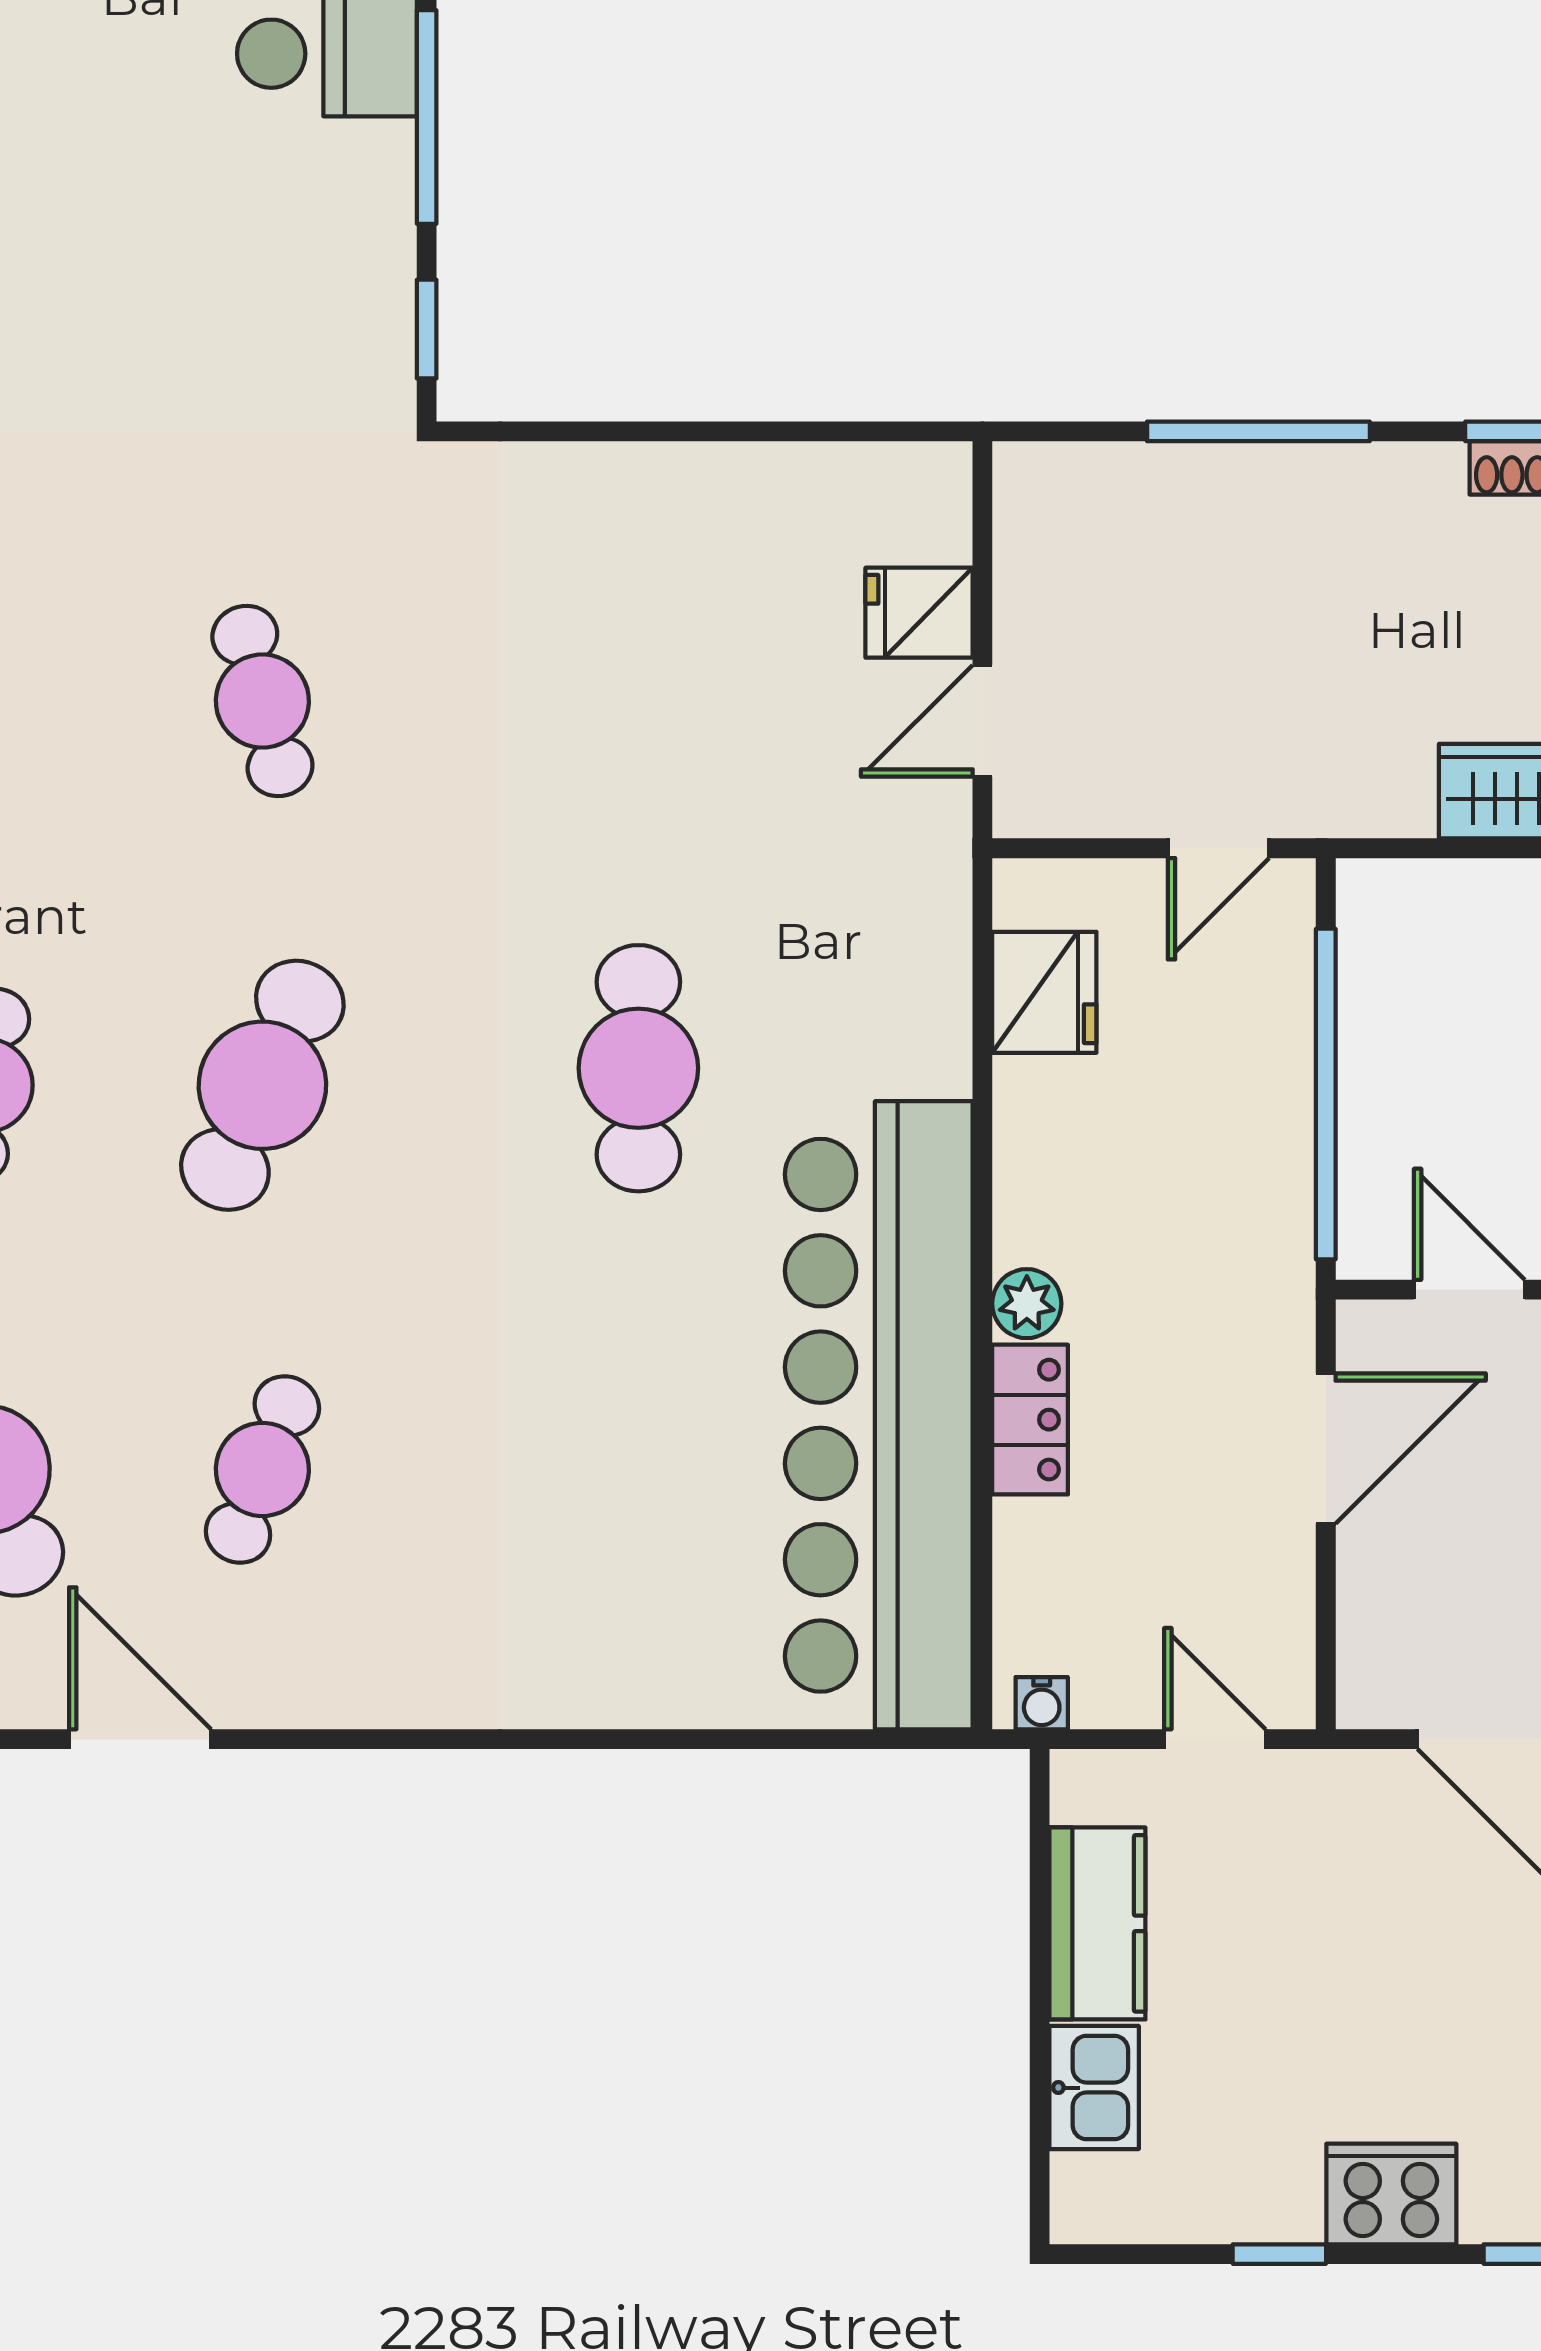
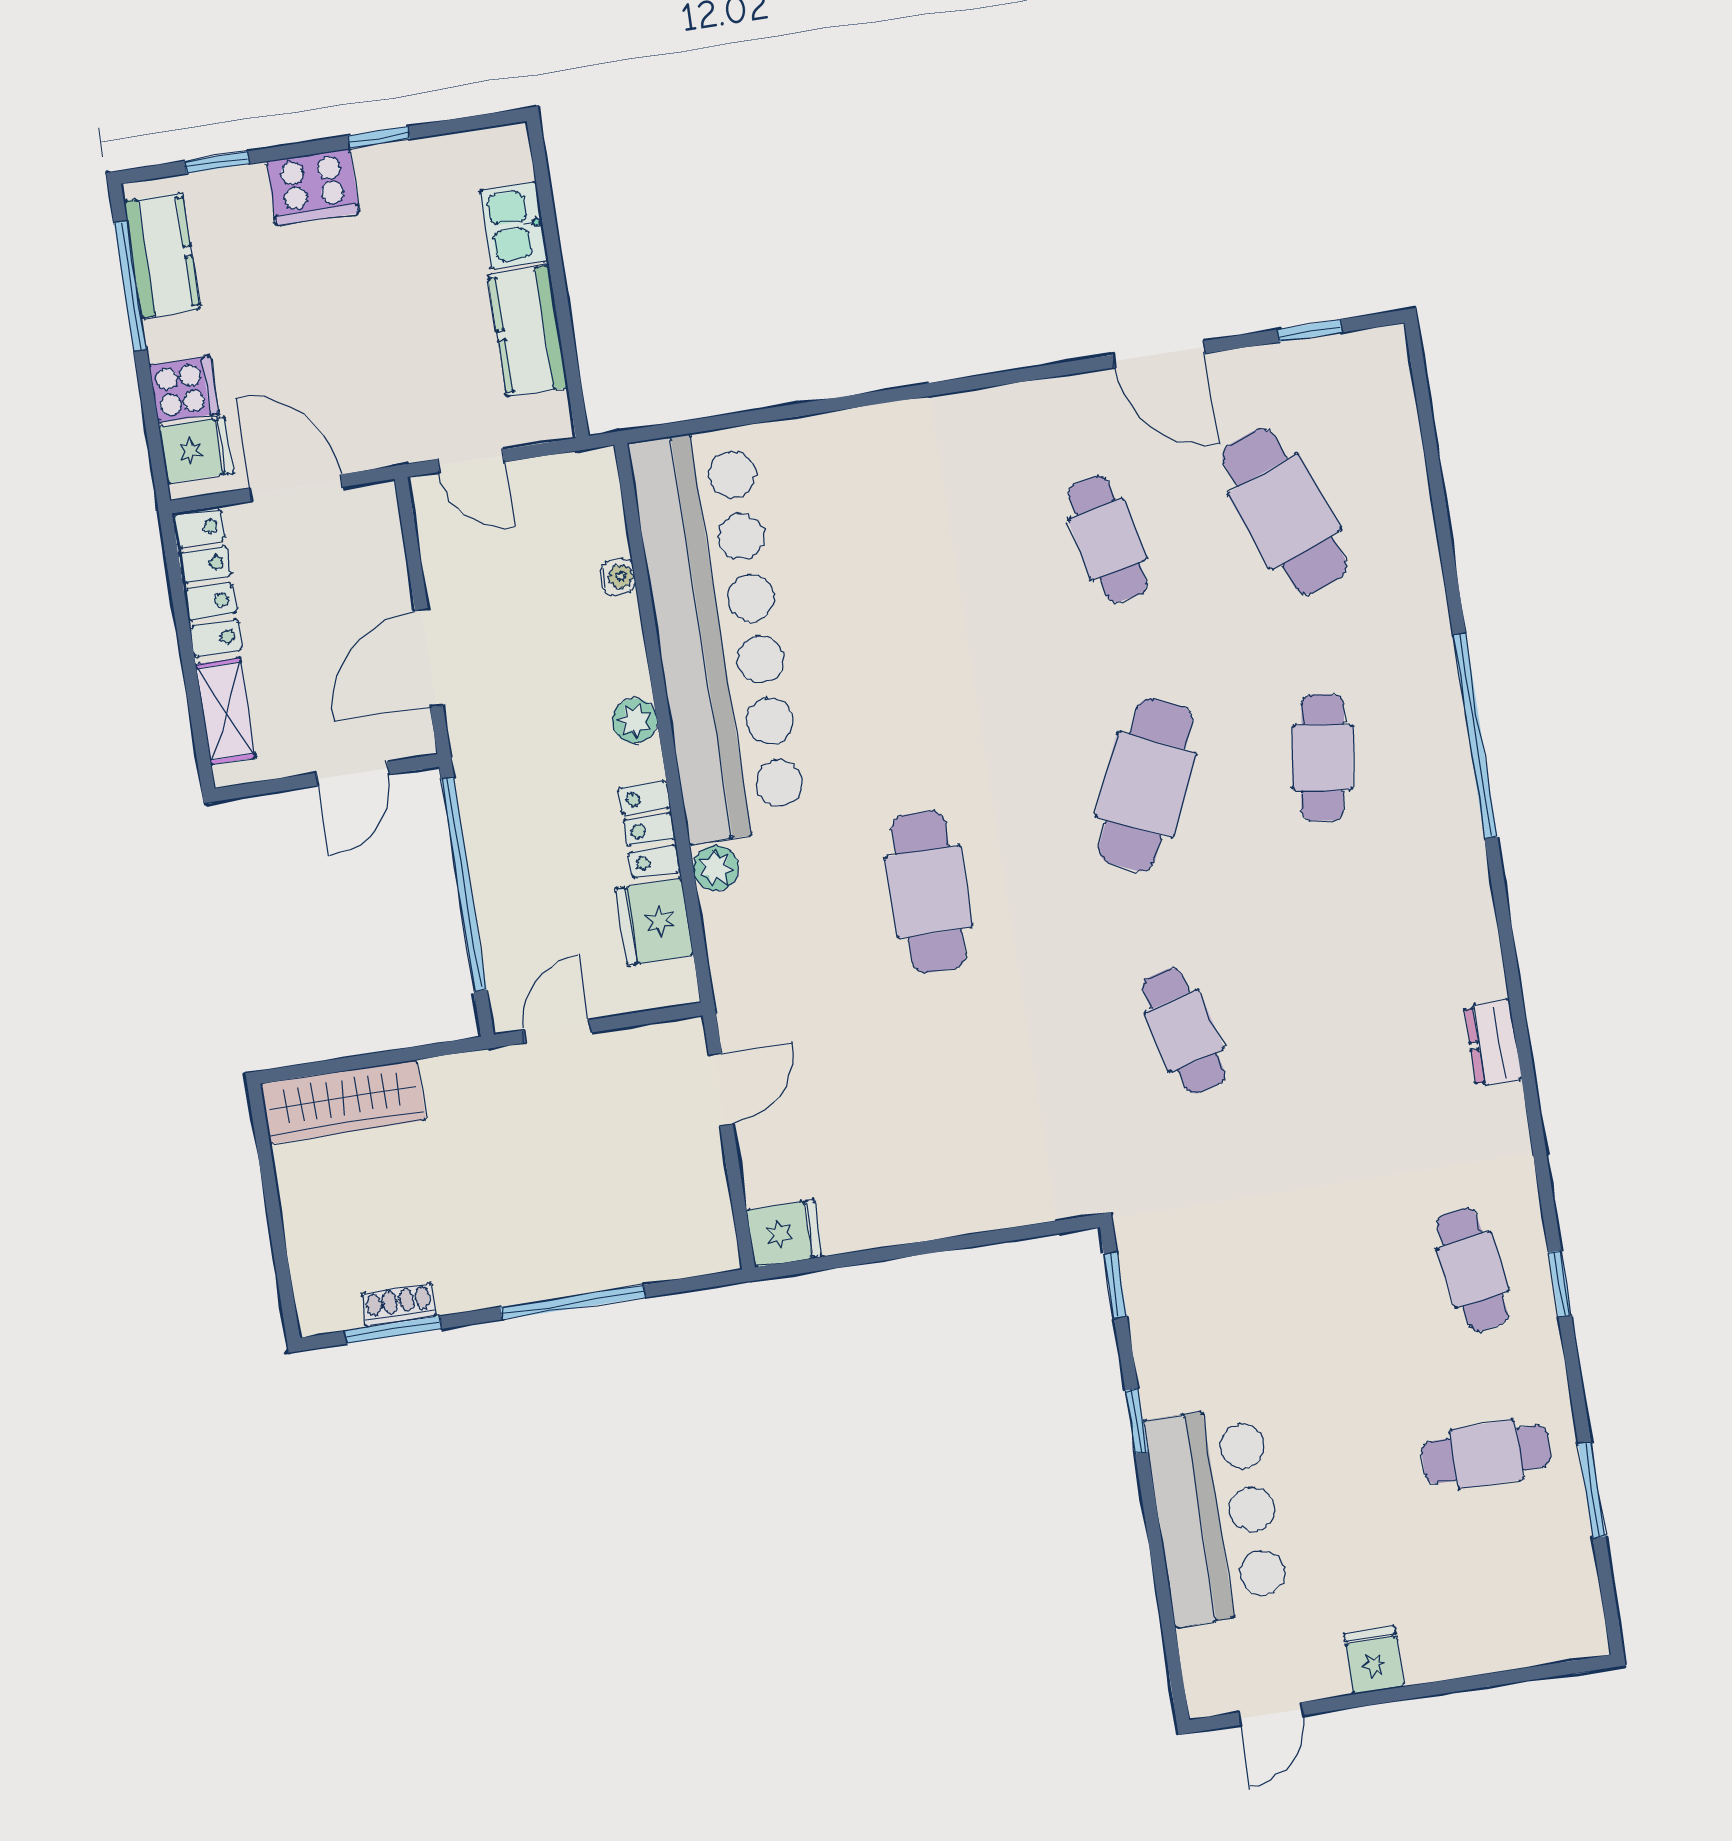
window: (427, 117) -> (1136, 1421), width x0.46
fridge: (919, 613) -> (785, 1233), moved
plant: (938, 1060) -> (716, 868), added
cafe table: (638, 1068) -> (929, 892), moved
door: (1469, 1290) -> (353, 774), hinge flipped
locker: (1030, 1420) -> (649, 830), moved
cafe table: (262, 1469) -> (1108, 539), turned -33
water cooler: (1042, 1703) -> (618, 577), moved, turned 90

